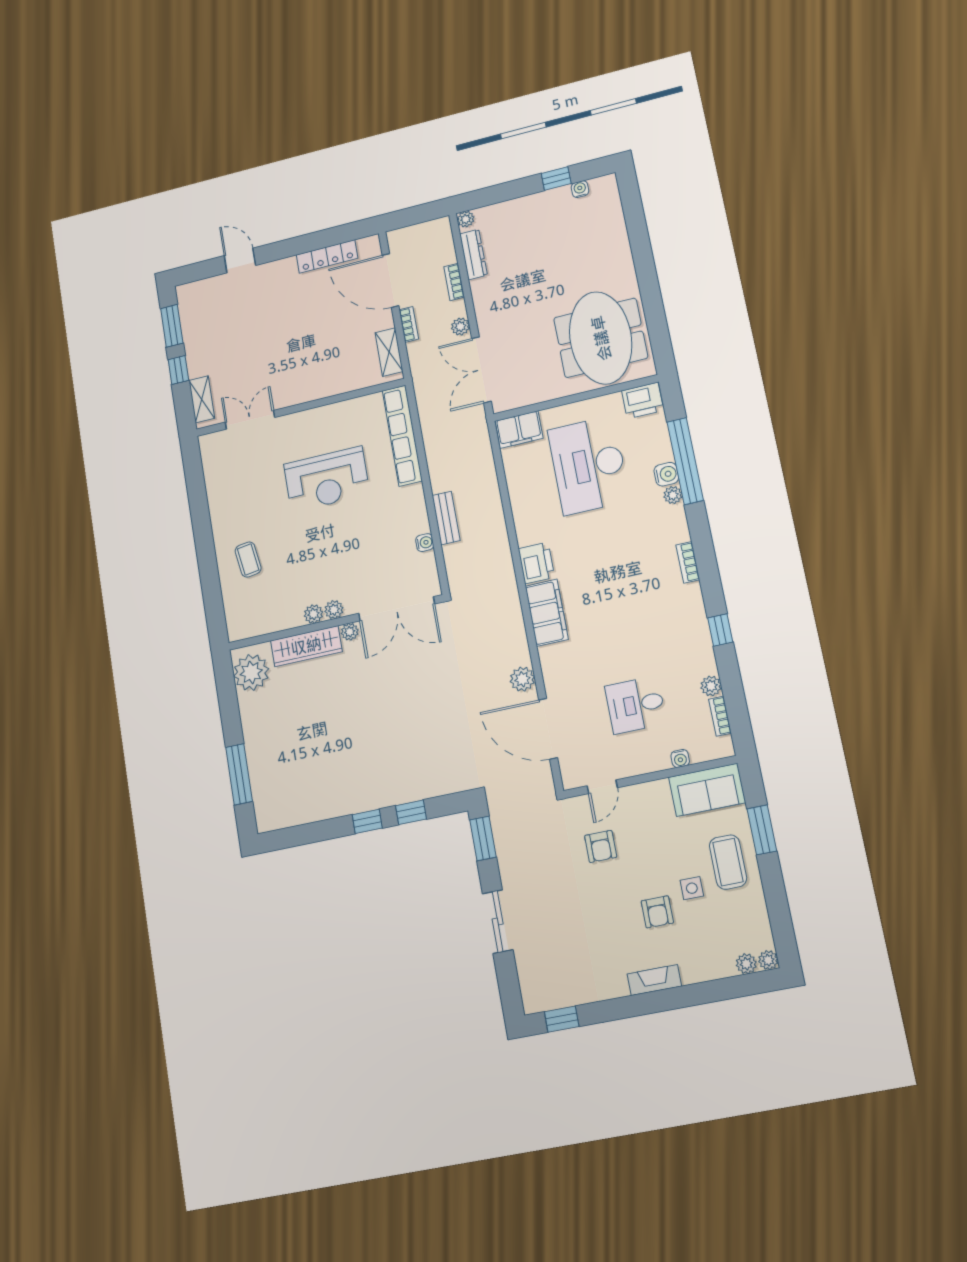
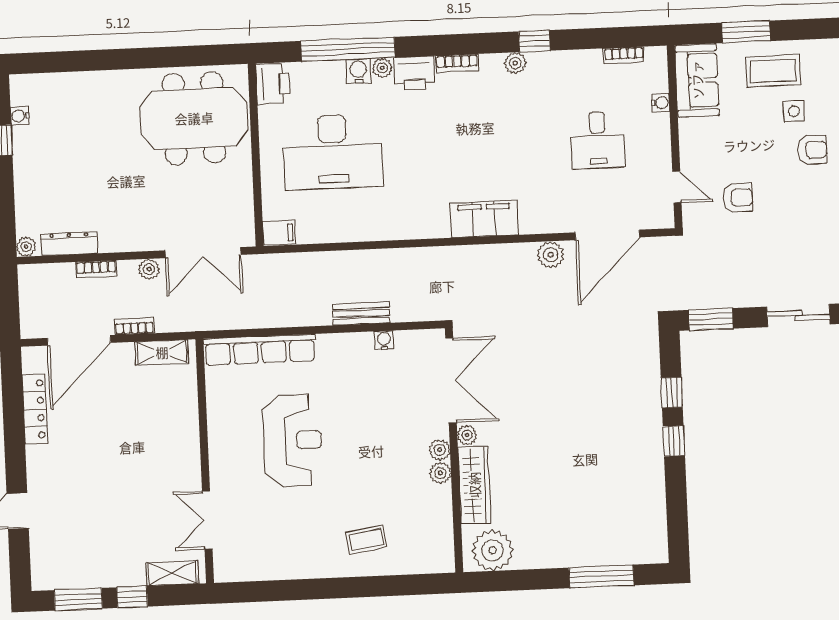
filing cabinet: (519, 430) -> (279, 233), width x0.50
printer: (536, 563) -> (414, 73), moved, turned 180
plant: (711, 686) -> (515, 63), moved

